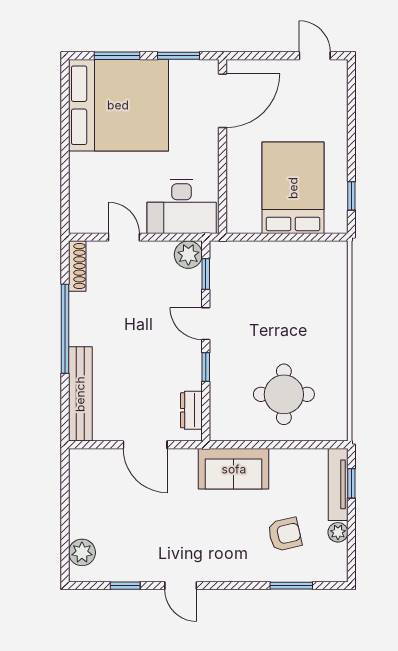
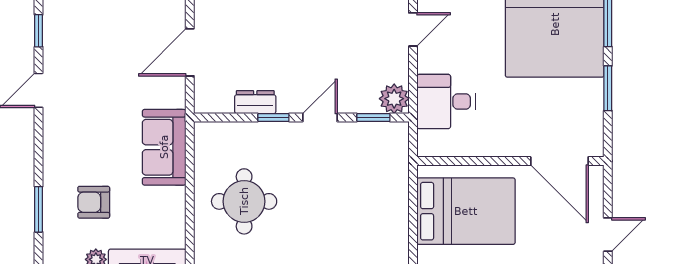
door: (223, 101) -> (559, 161), moved
wall: (223, 146) -> (510, 161), moved
desk: (182, 206) -> (446, 101), width x0.73
dresser: (191, 410) -> (255, 102), moved
armchair: (285, 534) -> (94, 202), turned 103

